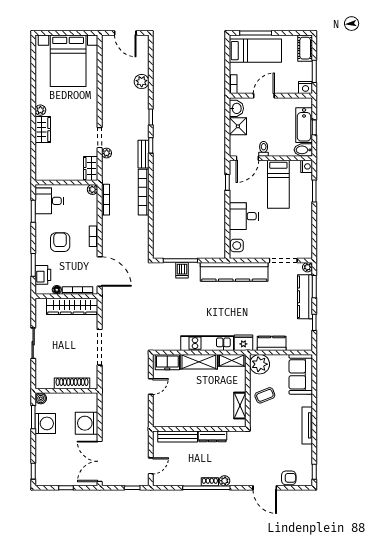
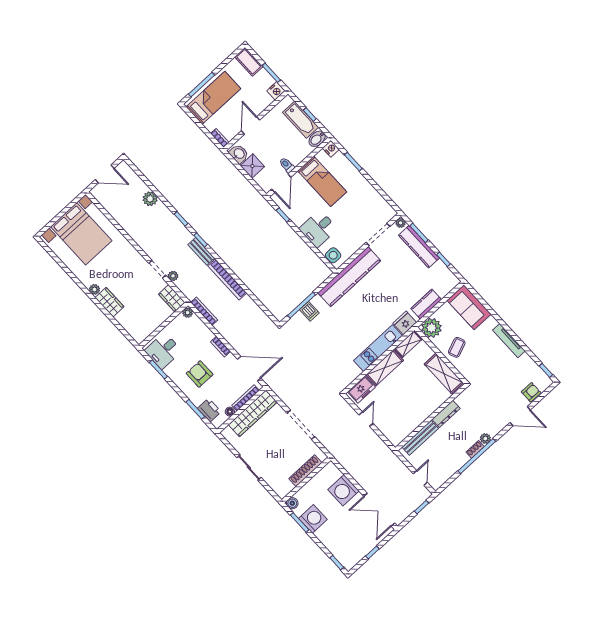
shelving: (240, 406) -> (444, 374), width x1.50, depth x1.33

